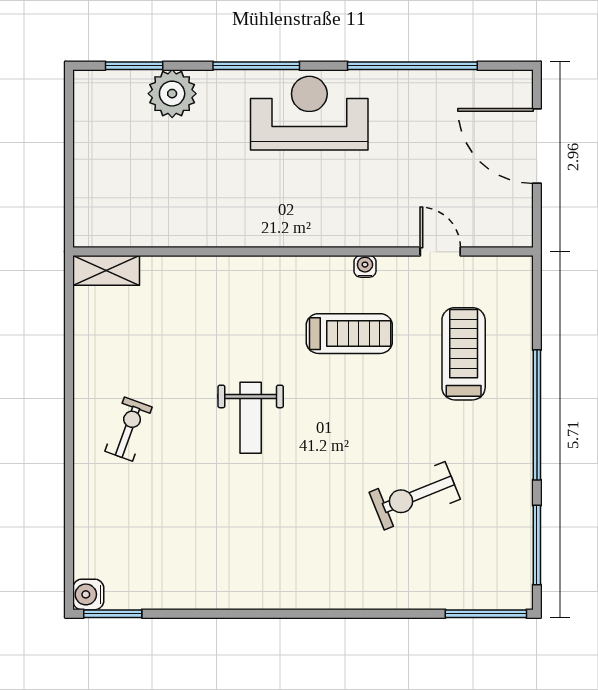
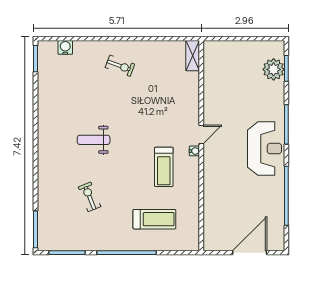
plant: (172, 94) -> (274, 69), moved
door: (440, 252) -> (201, 134), moved
water cooler: (365, 266) -> (194, 151), moved
weight bench: (251, 418) -> (94, 140), moved
exercise bike: (415, 496) -> (89, 197), width x0.73, depth x0.72
water cooler: (88, 594) -> (65, 47), moved

